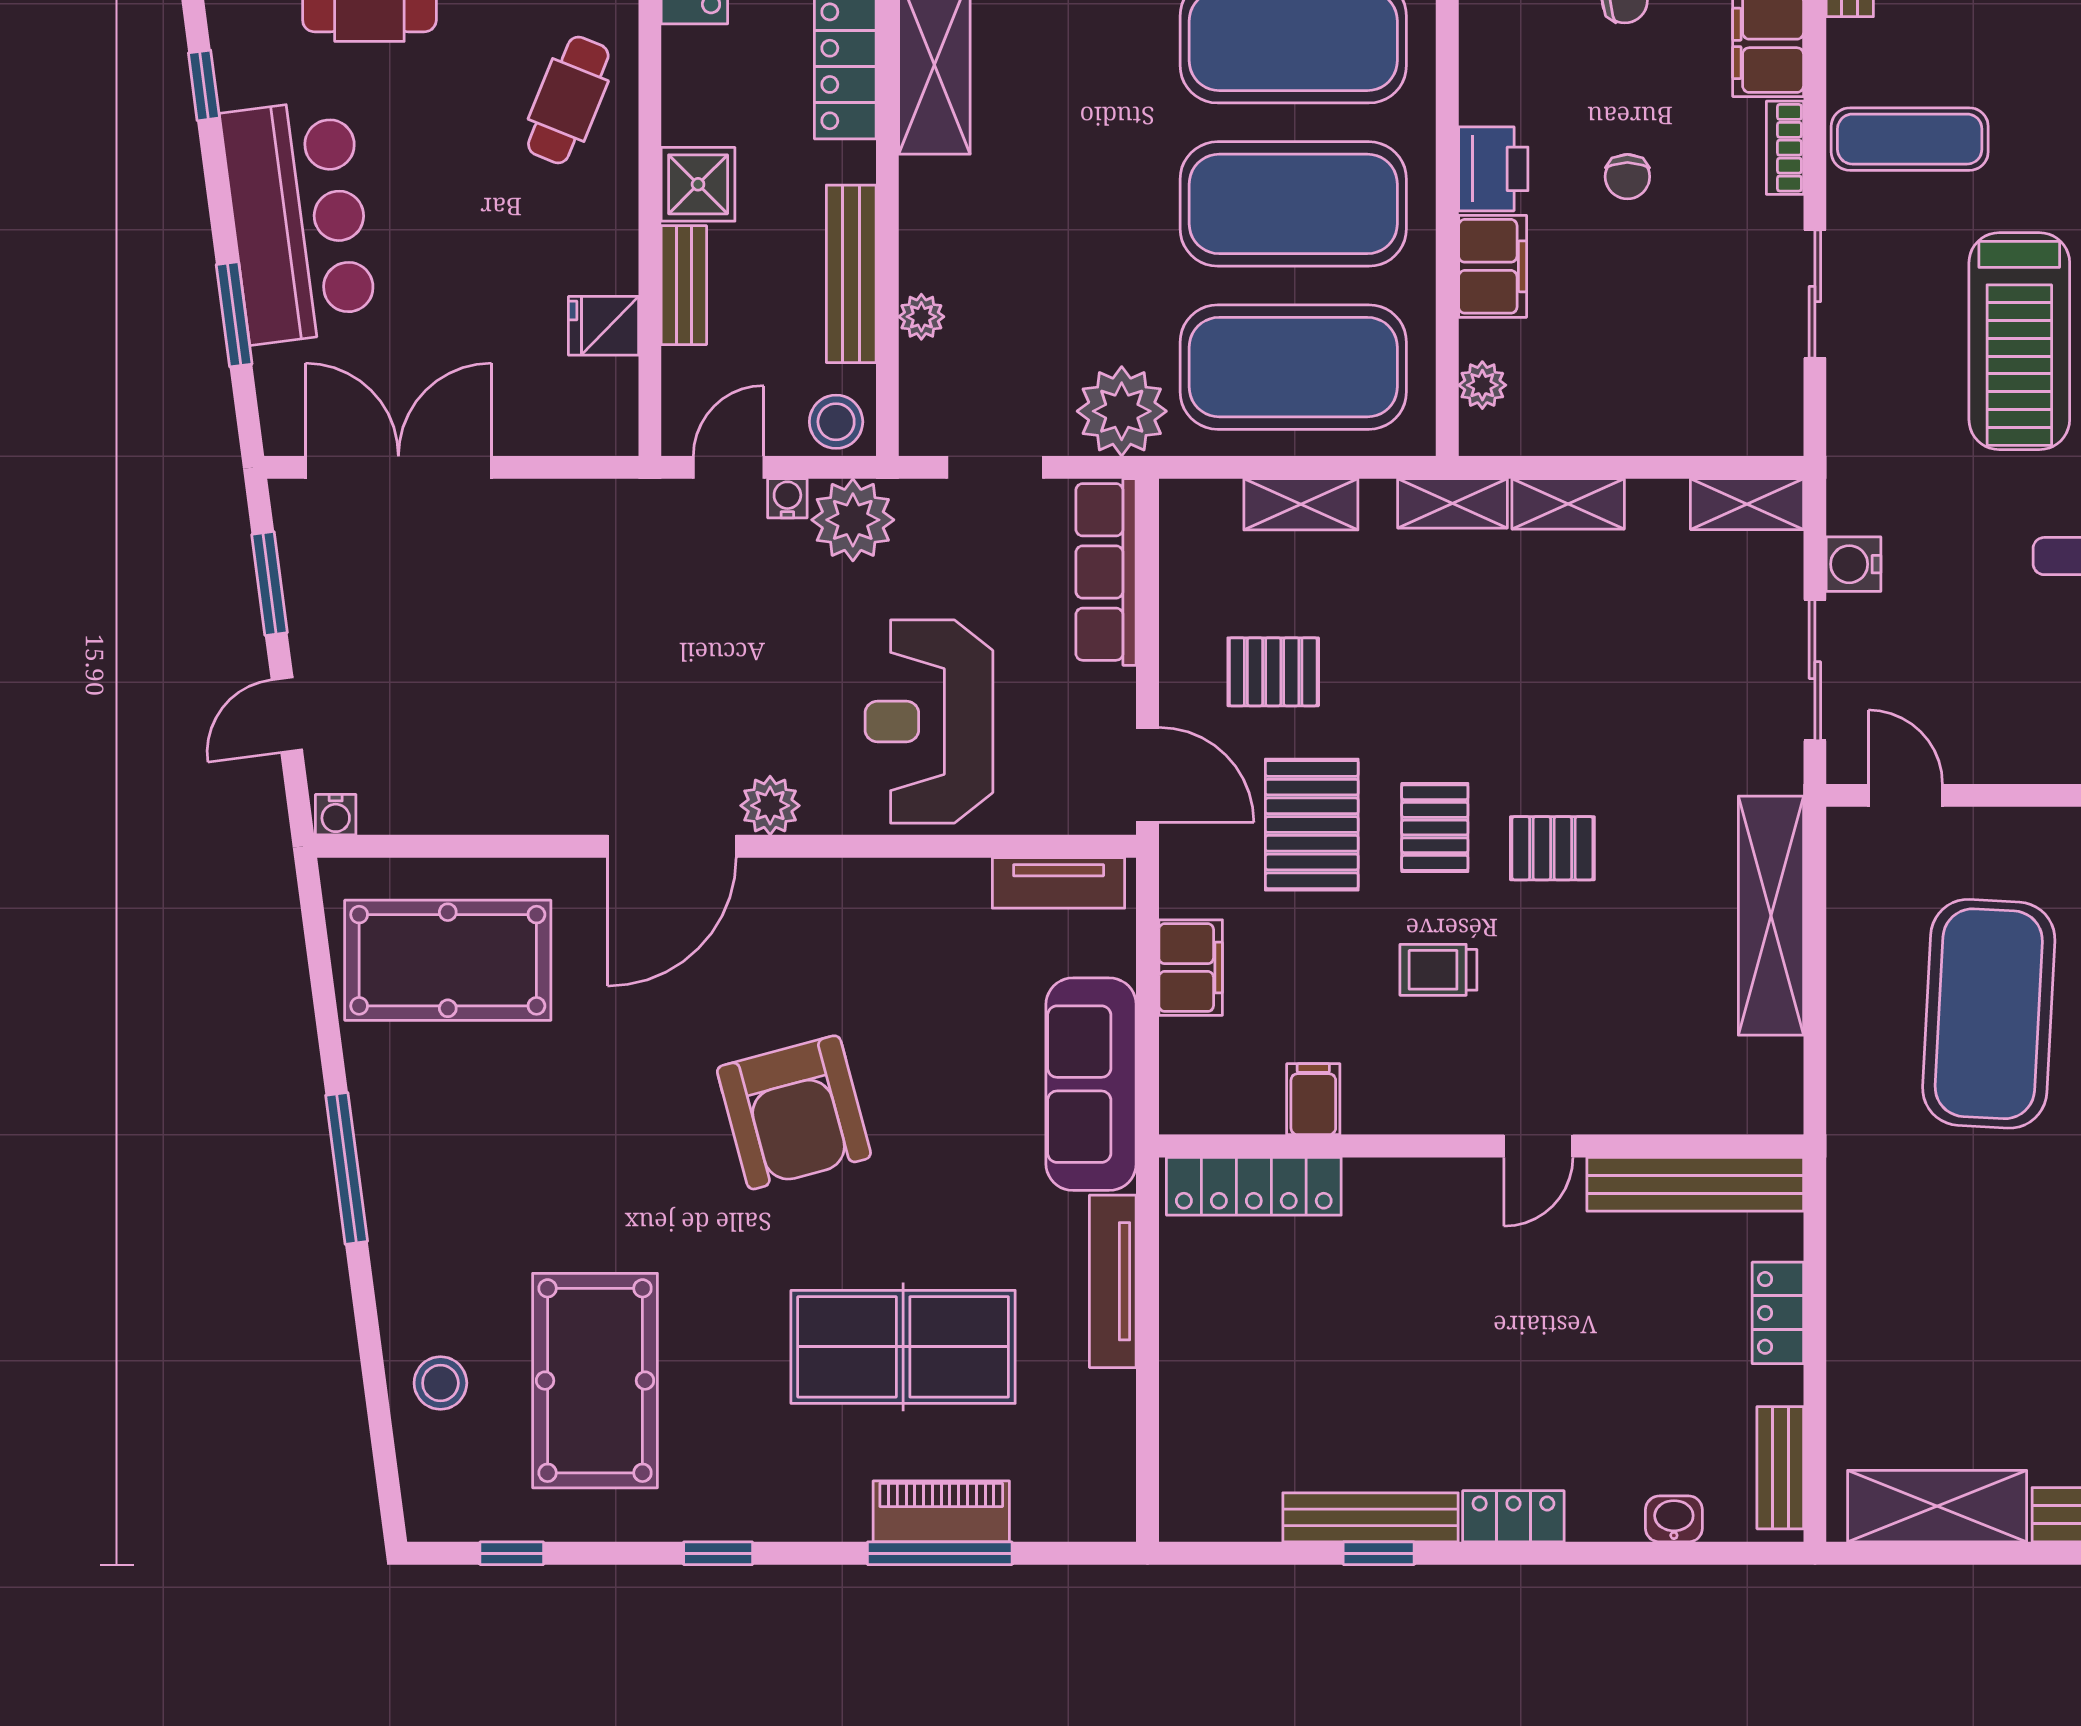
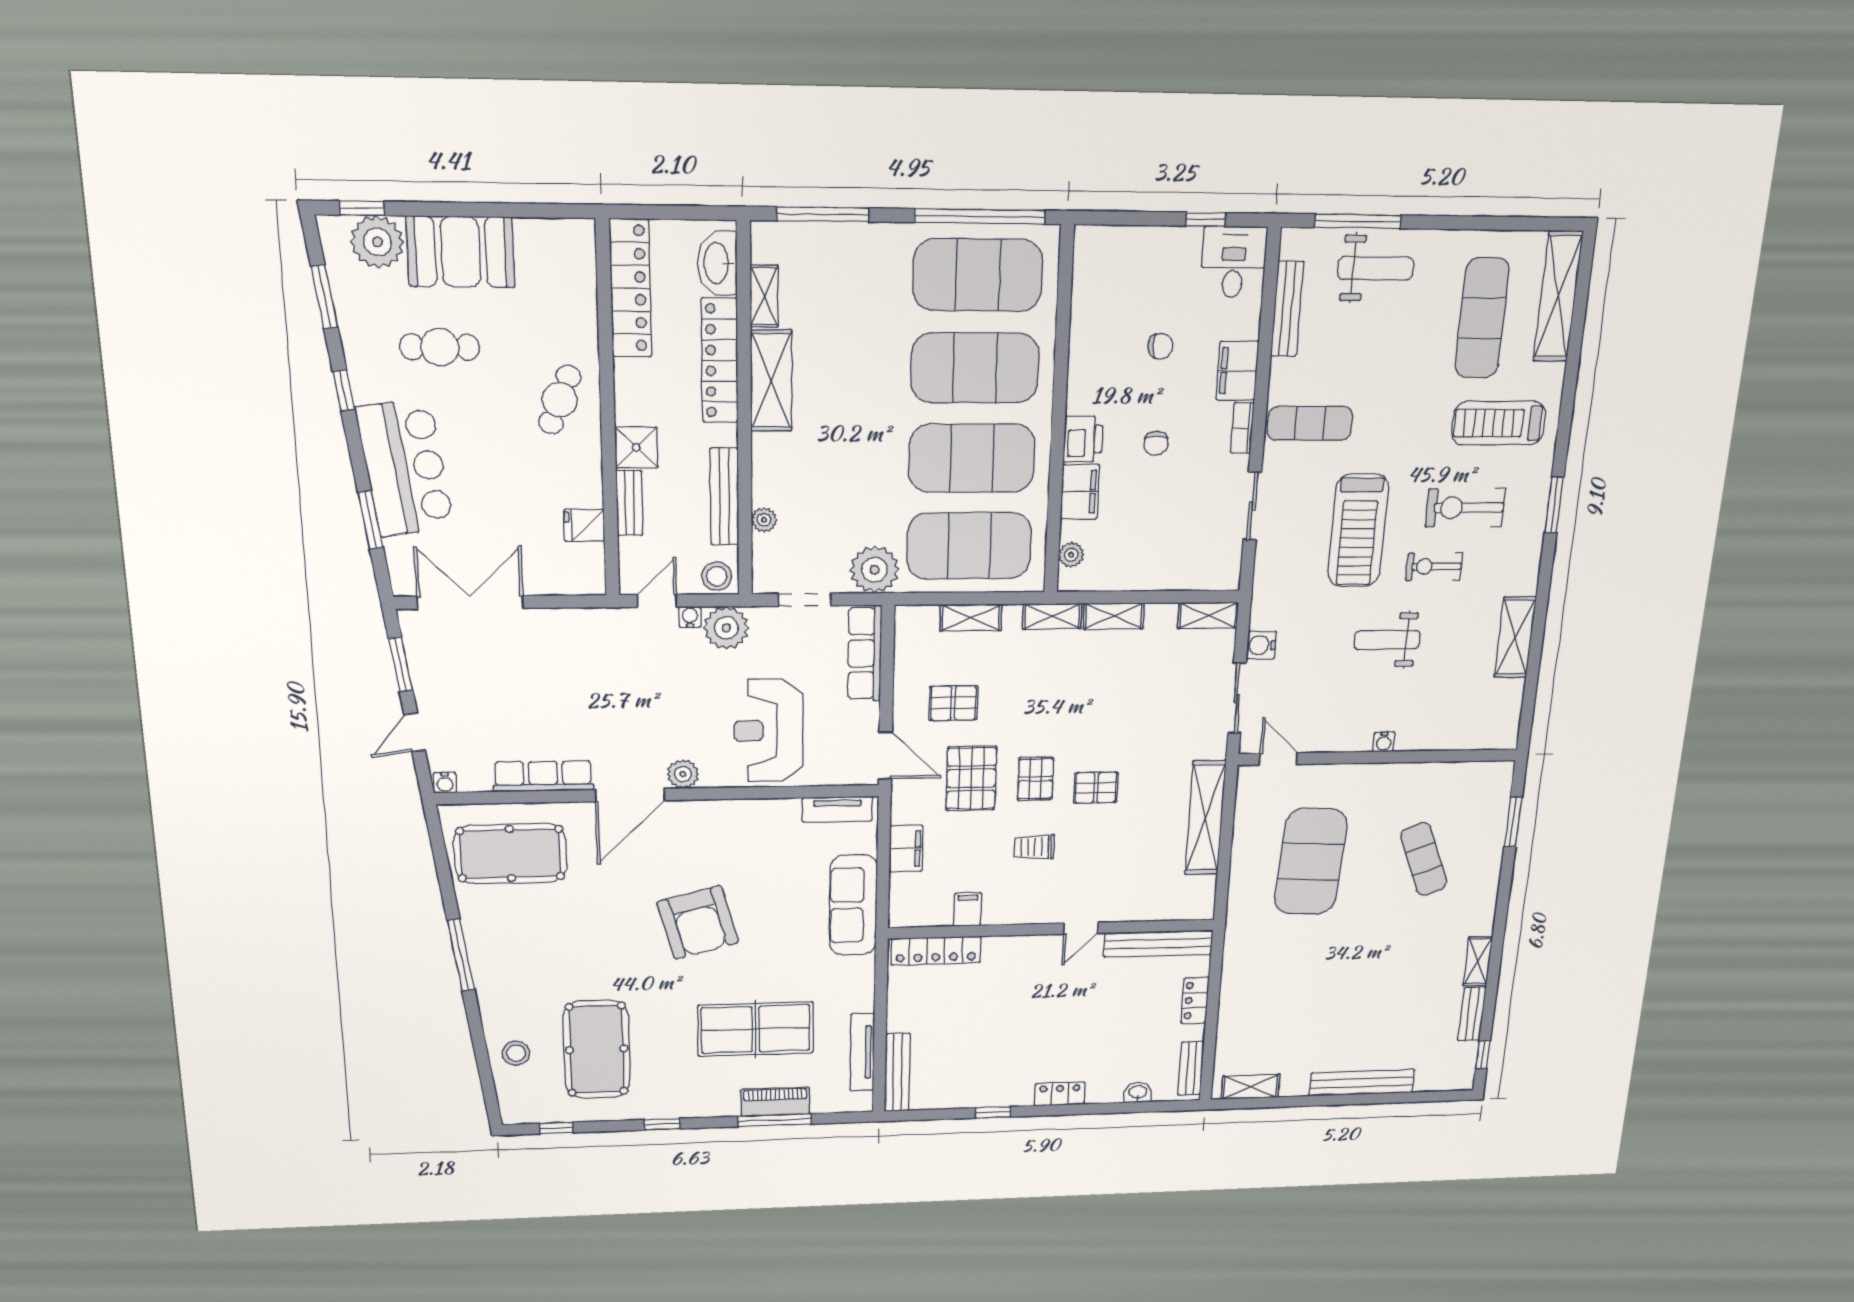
row of seats: (514, 805) -> (543, 776), added
tv unit: (1113, 1281) -> (862, 1052), moved
shelving: (1937, 1506) -> (1251, 1087), width x0.67, depth x0.75
bench: (1371, 1517) -> (897, 1072), moved, turned 90

